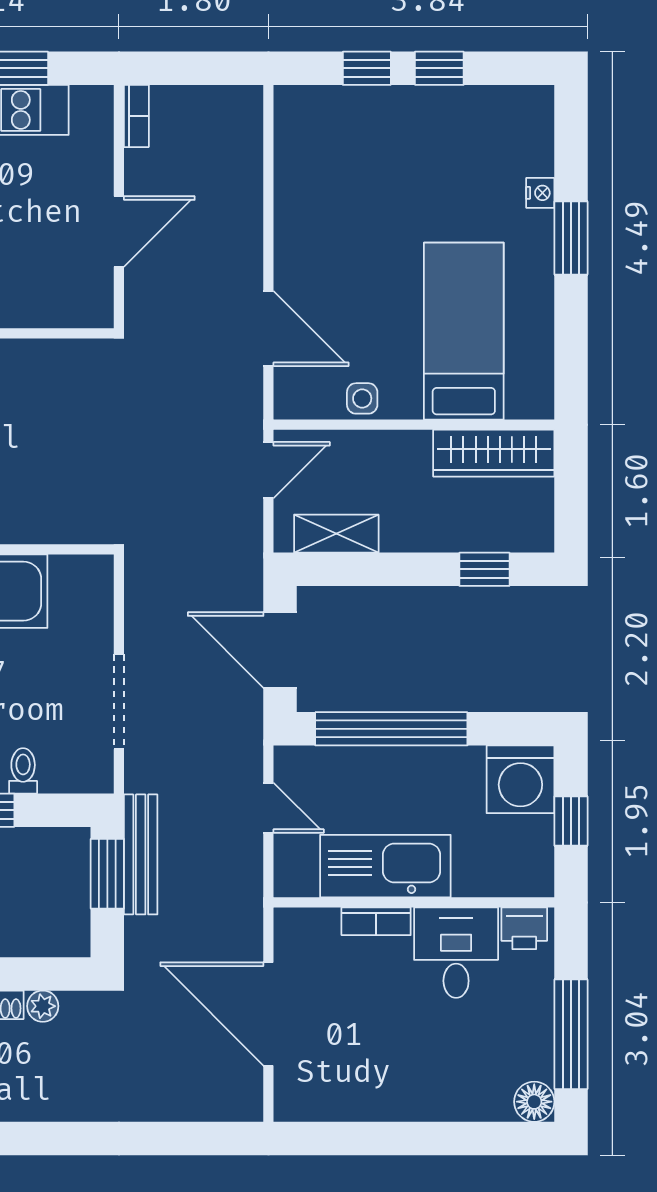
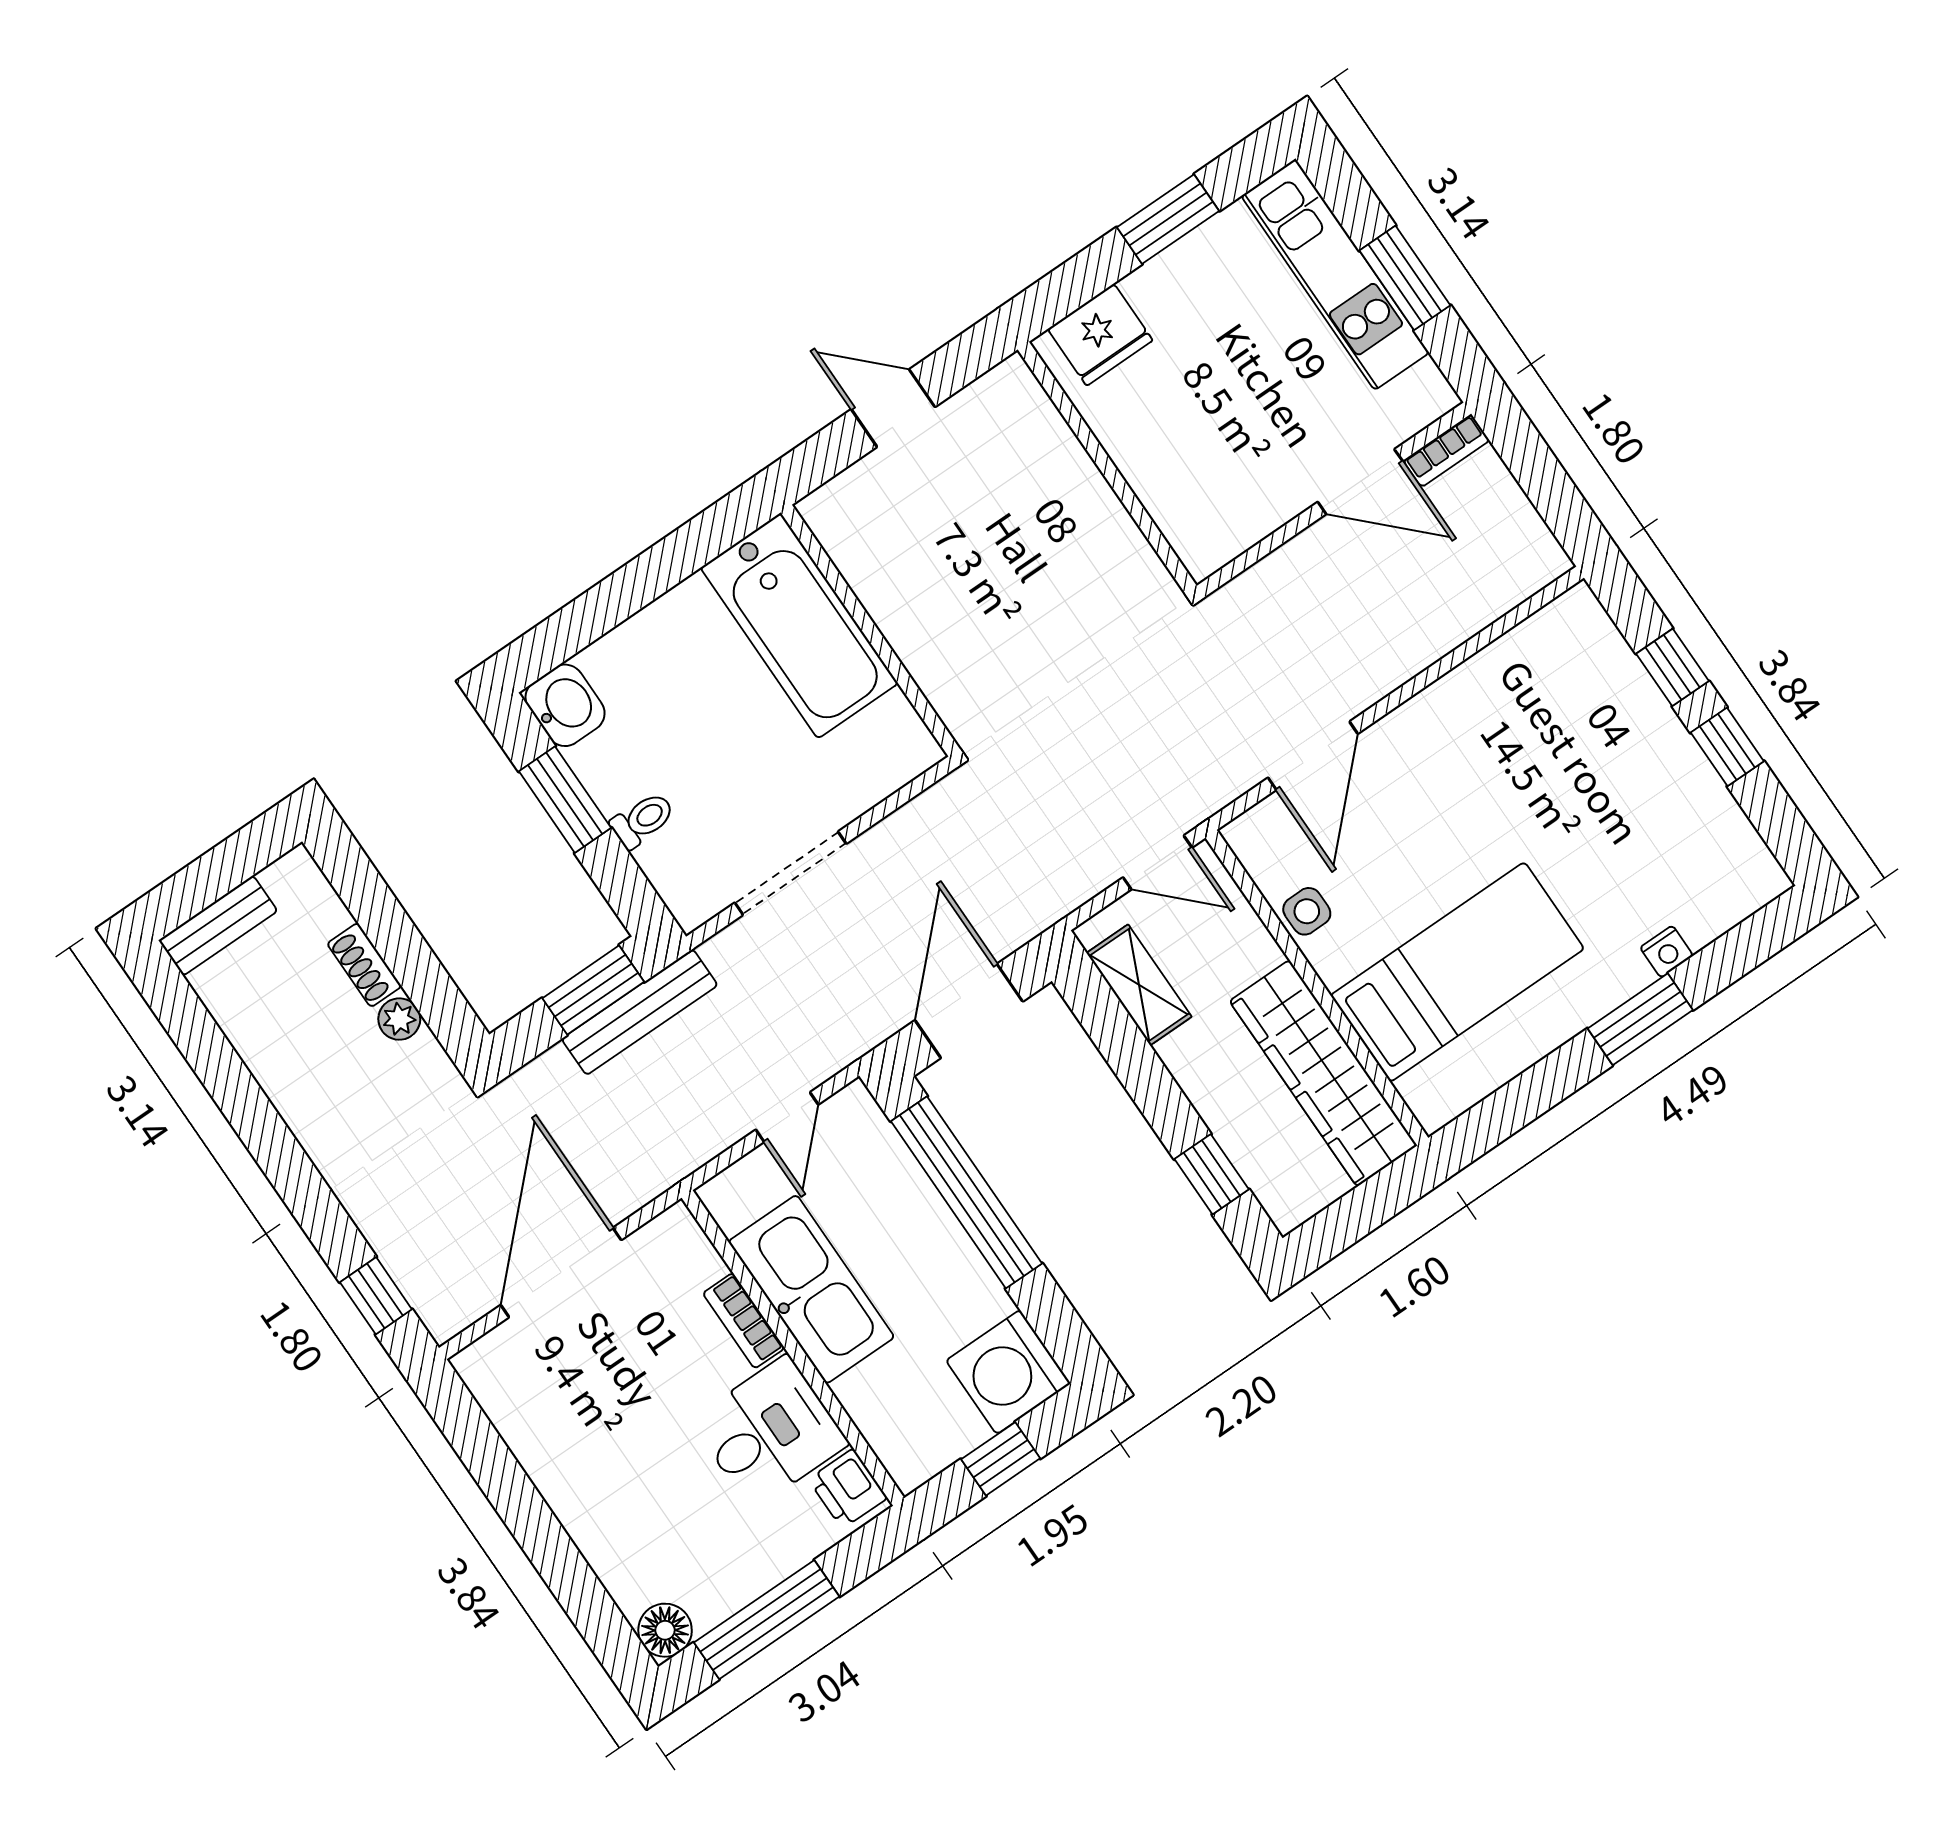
door: (119, 232) -> (1360, 482), moved
wardrobe: (494, 453) -> (1323, 1073), width x1.40, depth x1.17
window: (204, 1138) -> (376, 1296), added

